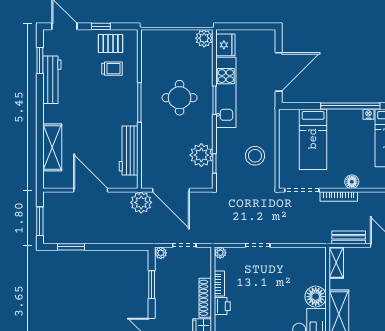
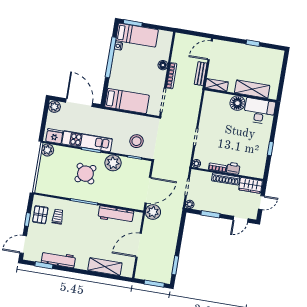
plant: (267, 38) -> (54, 107), added
round table: (180, 98) -> (85, 174), turned 45
bed: (313, 139) -> (127, 101), moved
plant: (201, 155) -> (113, 163), moved
stool: (255, 156) -> (137, 141), moved

